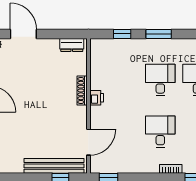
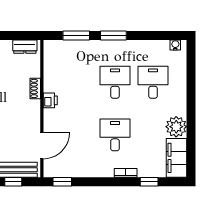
window: (122, 34) -> (76, 35), width x1.50
shoe rack: (82, 90) -> (35, 88), width x0.70

